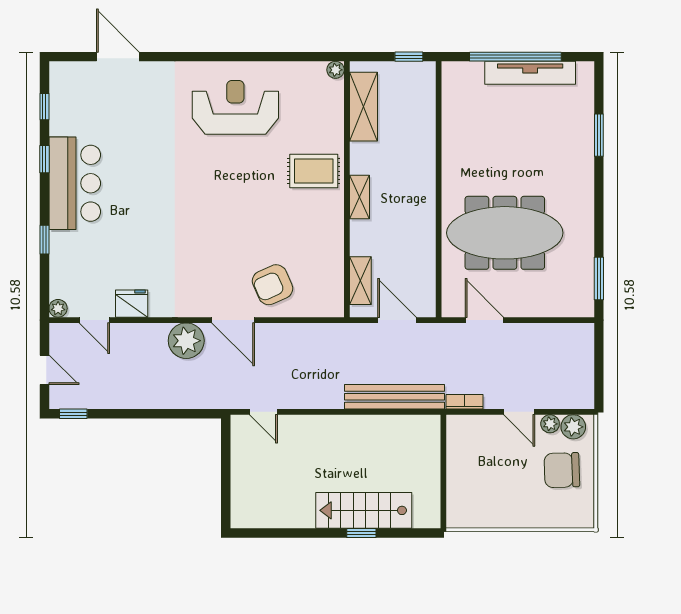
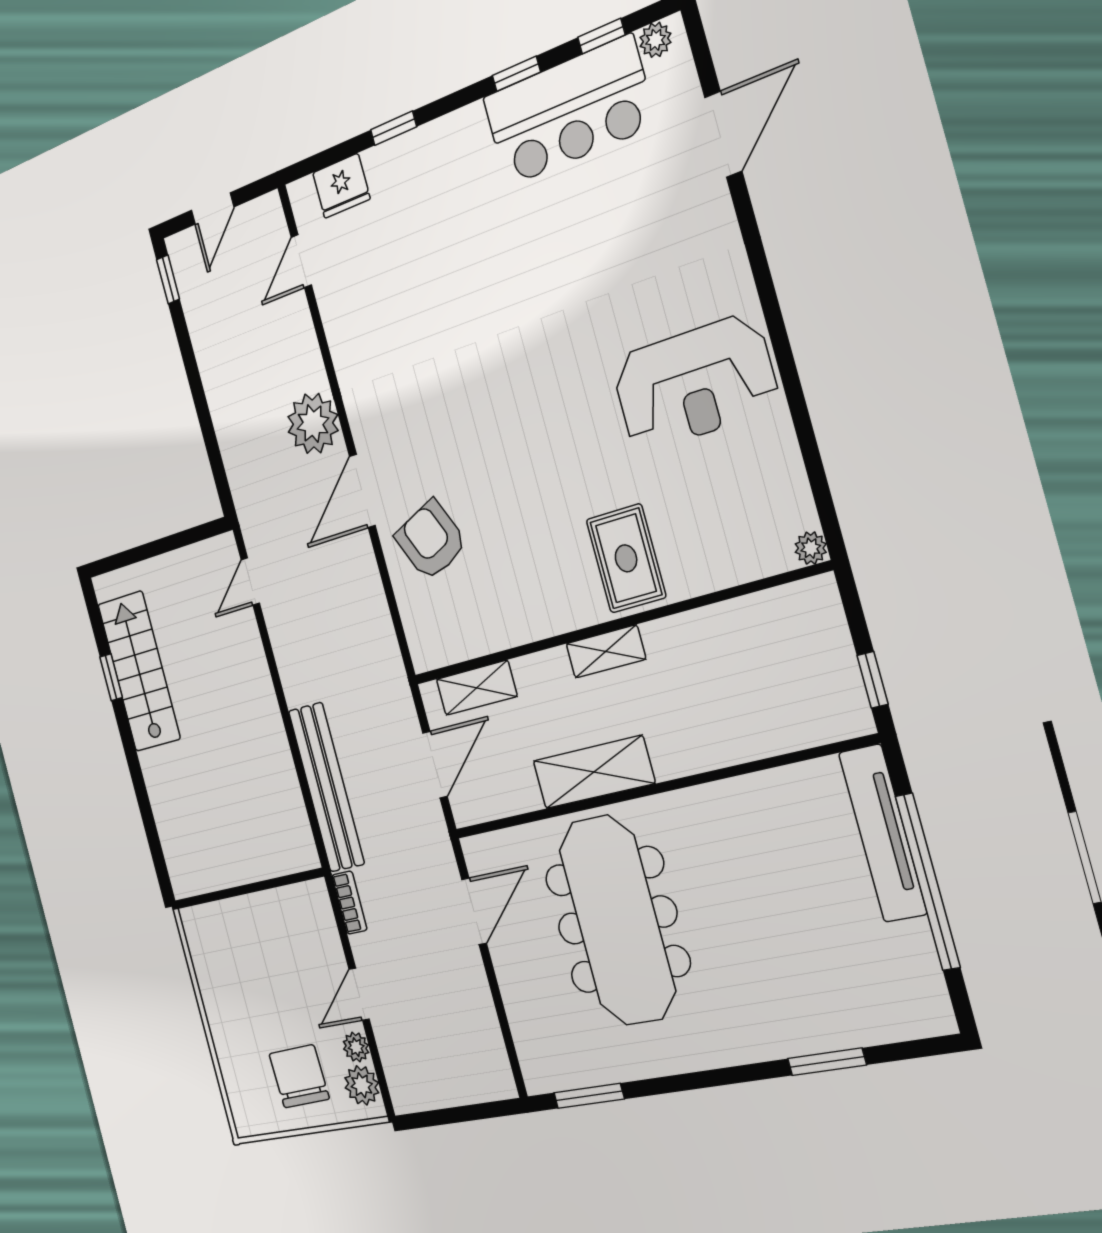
tv unit: (530, 73) -> (883, 833), moved
reception desk: (235, 107) -> (694, 383), turned 90
shelving: (363, 107) -> (594, 772), moved
bar counter: (75, 183) -> (569, 111), moved
fridge: (132, 304) -> (341, 186), moved, turned 90
plant: (58, 308) -> (655, 40), moved
stairs: (364, 510) -> (139, 671), moved
window: (361, 533) -> (111, 677), moved

